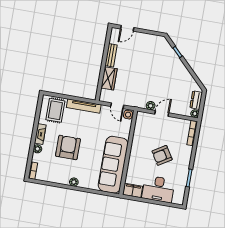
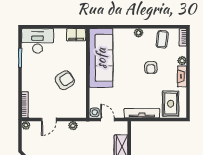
dresser: (196, 100) -> (27, 140), removed
door: (162, 113) -> (49, 120), moved
armchair: (68, 147) -> (151, 68), width x0.53, depth x0.53
armchair: (162, 155) -> (65, 80), moved
coffee table: (53, 172) -> (162, 39), added
desk: (158, 189) -> (38, 41), moved

